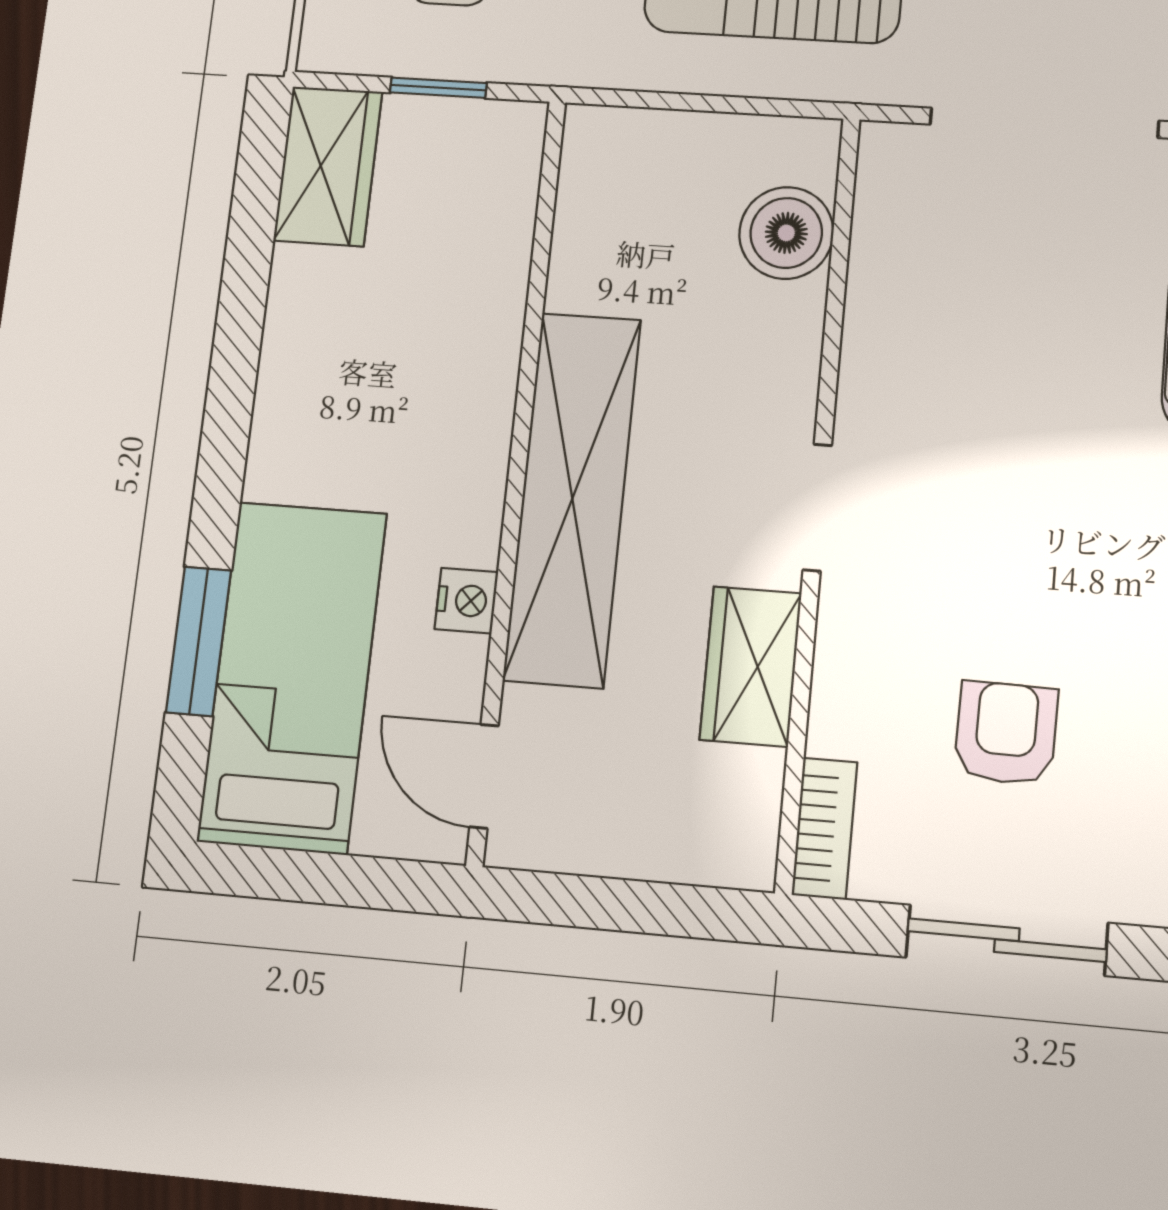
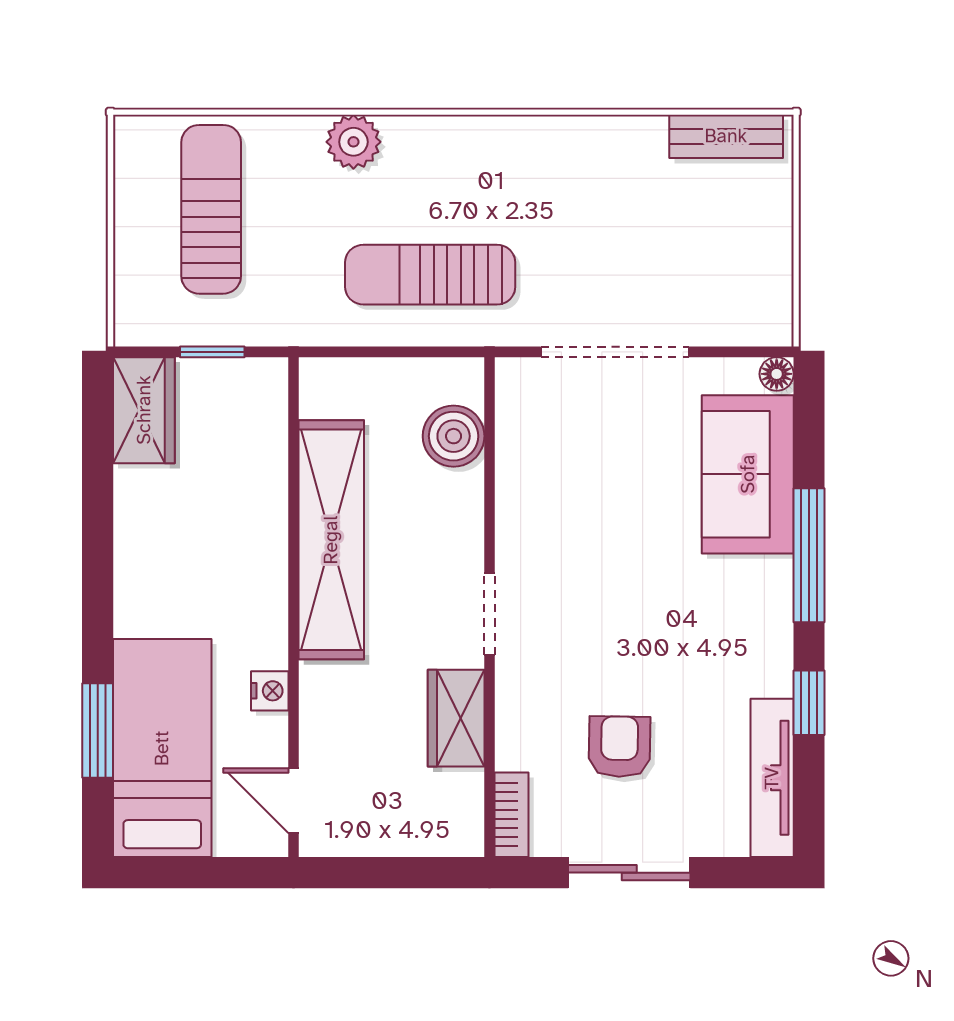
shelving: (572, 498) -> (331, 540), moved

